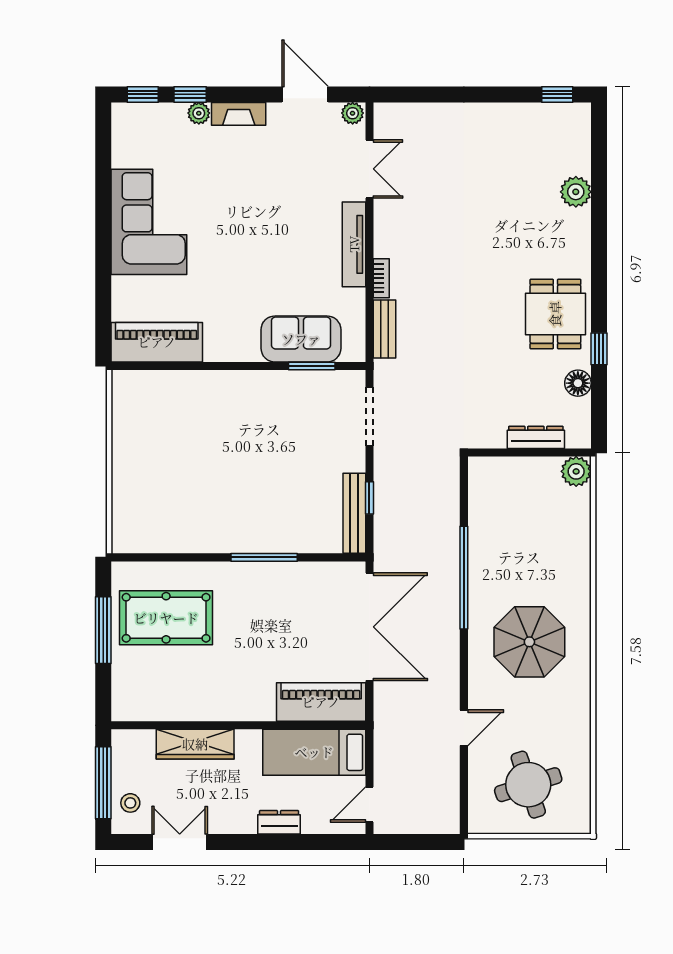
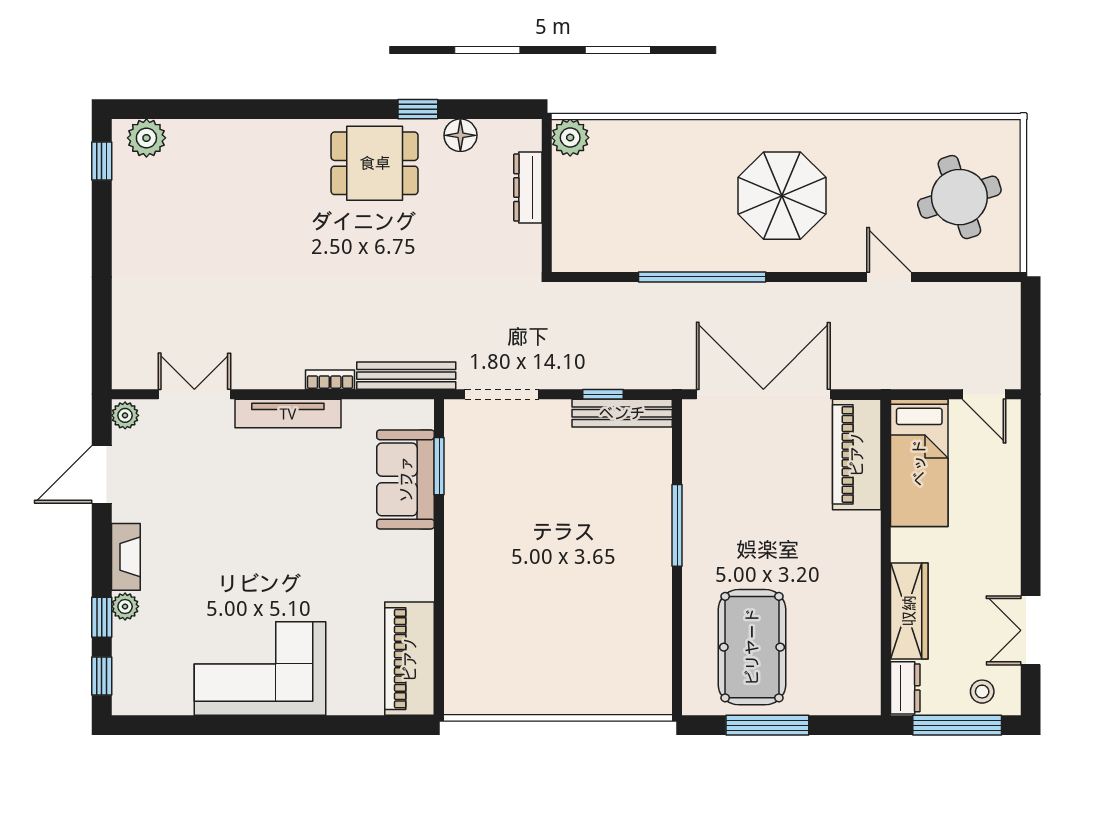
plant: (576, 192) -> (146, 138), moved
bench: (385, 329) -> (406, 376), width x1.36
dresser: (279, 822) -> (905, 688), moved, turned 180

